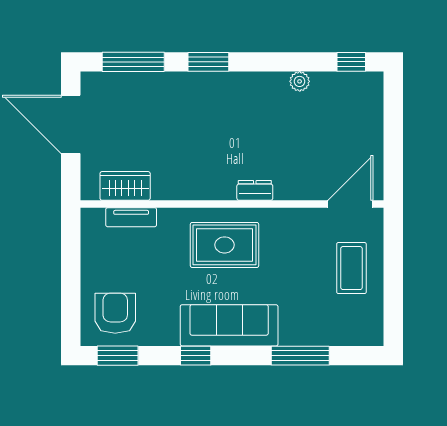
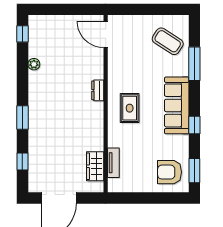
window: (133, 62) -> (22, 161), width x0.46
rug: (224, 245) -> (130, 108), width x0.73, depth x0.70
coffee table: (351, 268) -> (168, 41), moved, turned 33

